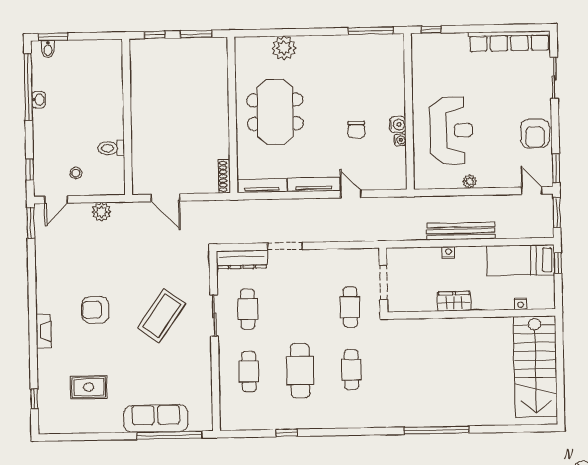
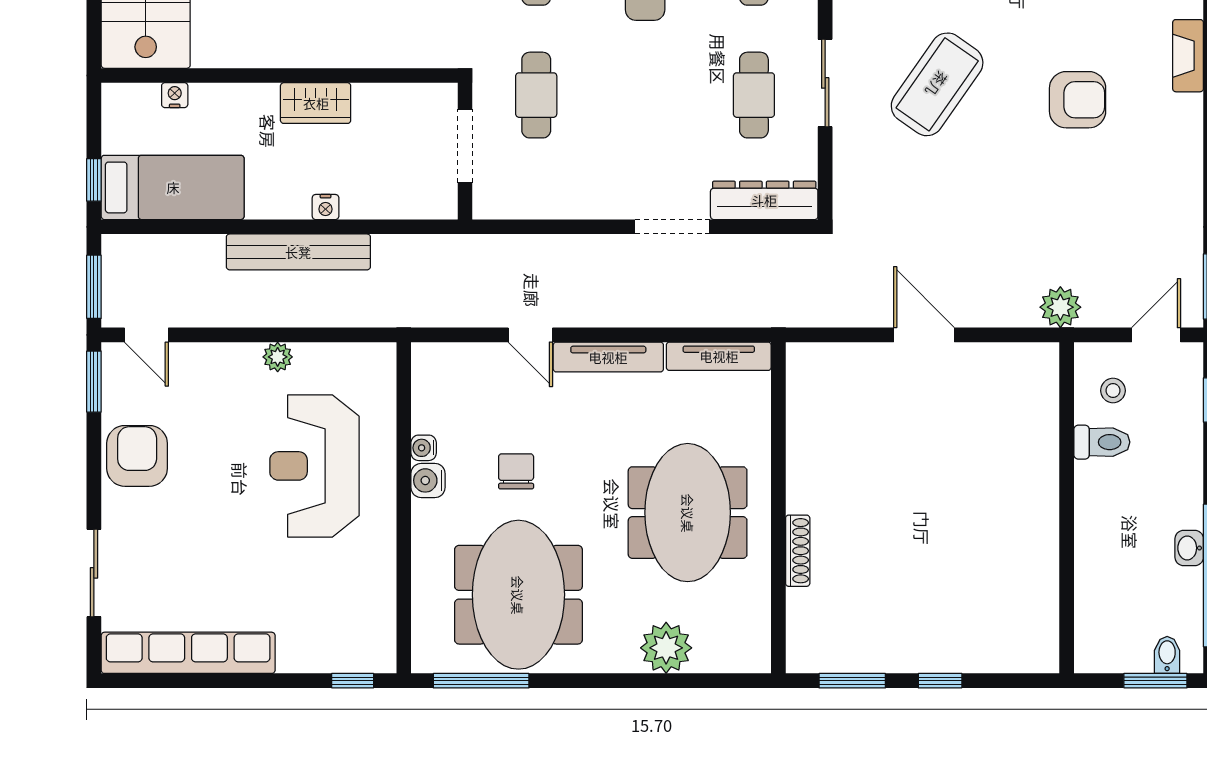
meeting table: (354, 72) -> (518, 595), added
wall: (127, 117) -> (1067, 508), moved
toilet: (111, 148) -> (1102, 442), moved
shoe rack: (224, 176) -> (798, 551), moved

